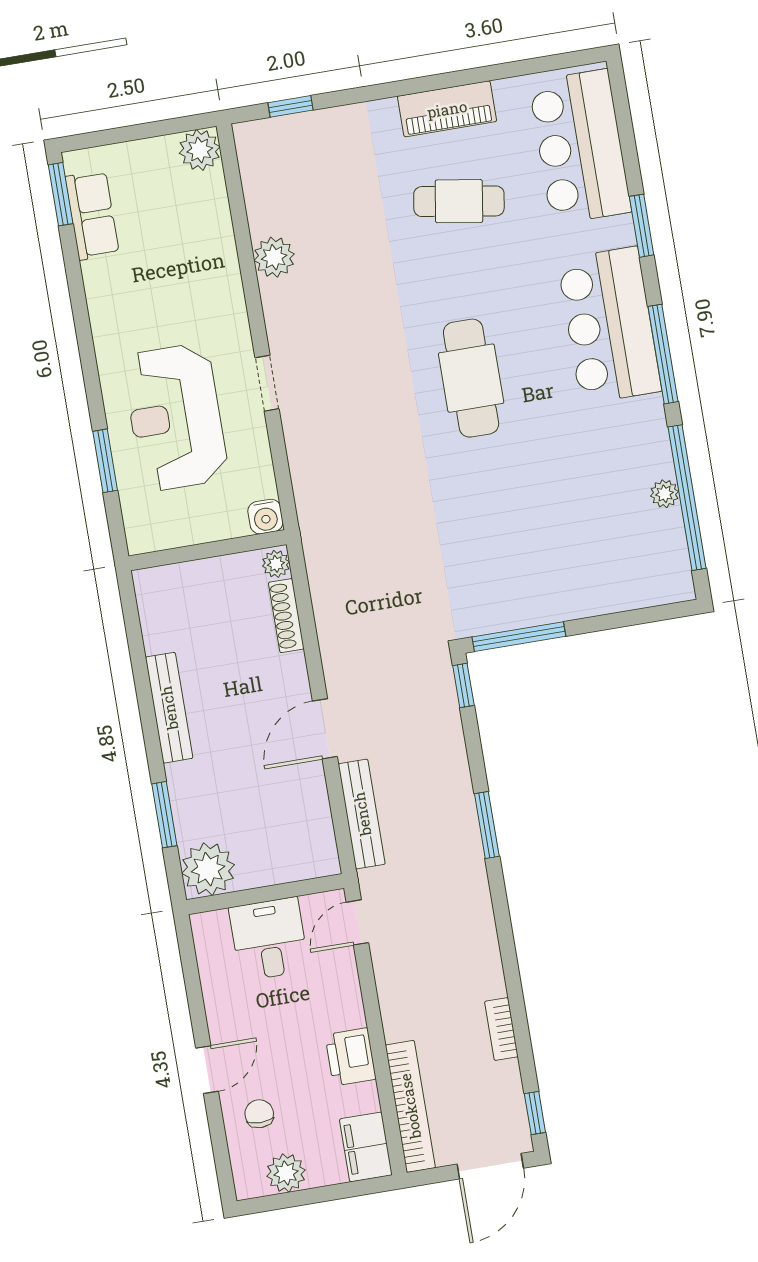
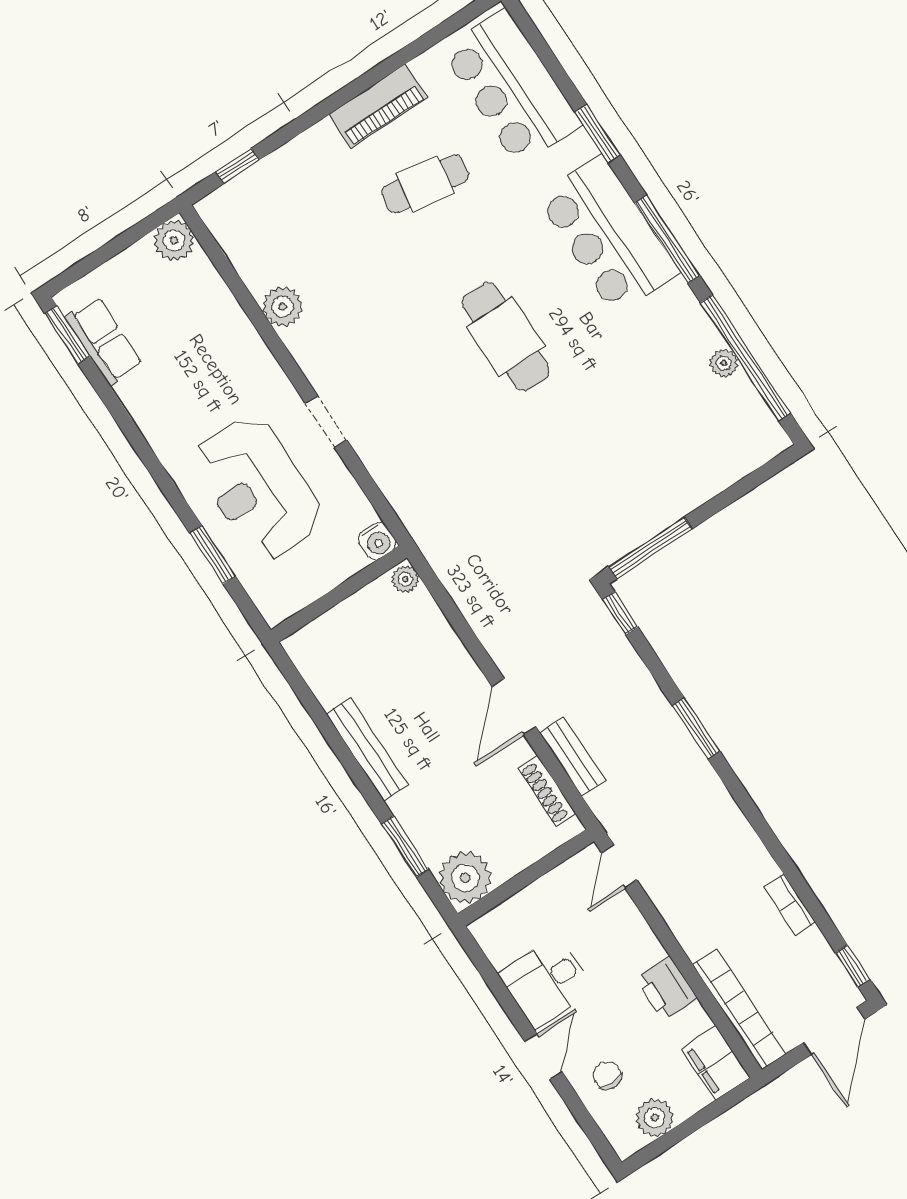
shoe rack: (286, 616) -> (547, 791), moved
bench: (362, 814) -> (573, 756), width x0.73
desk: (269, 939) -> (547, 982), moved, turned -90

